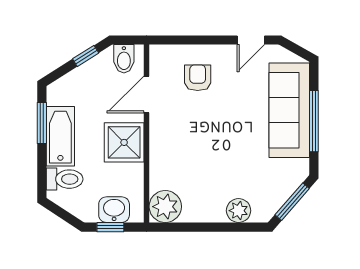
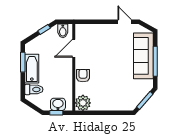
door: (251, 40) -> (125, 22), swing flipped
armchair: (198, 78) -> (83, 76), moved
shower: (124, 142) -> (63, 72), removed
plant: (239, 211) -> (119, 105), removed

